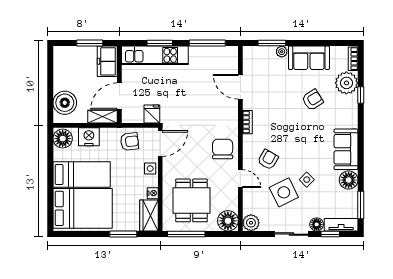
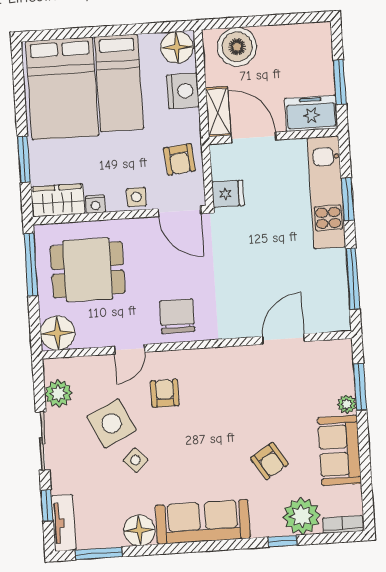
bookcase: (247, 122) -> (225, 354), removed
chair: (223, 149) -> (177, 316), turned -90
sofa: (346, 149) -> (203, 522), width x1.36
armchair: (268, 159) -> (165, 393), turned -120
plant: (251, 223) -> (58, 394), moved
floor lamp: (317, 224) -> (61, 482), removed

